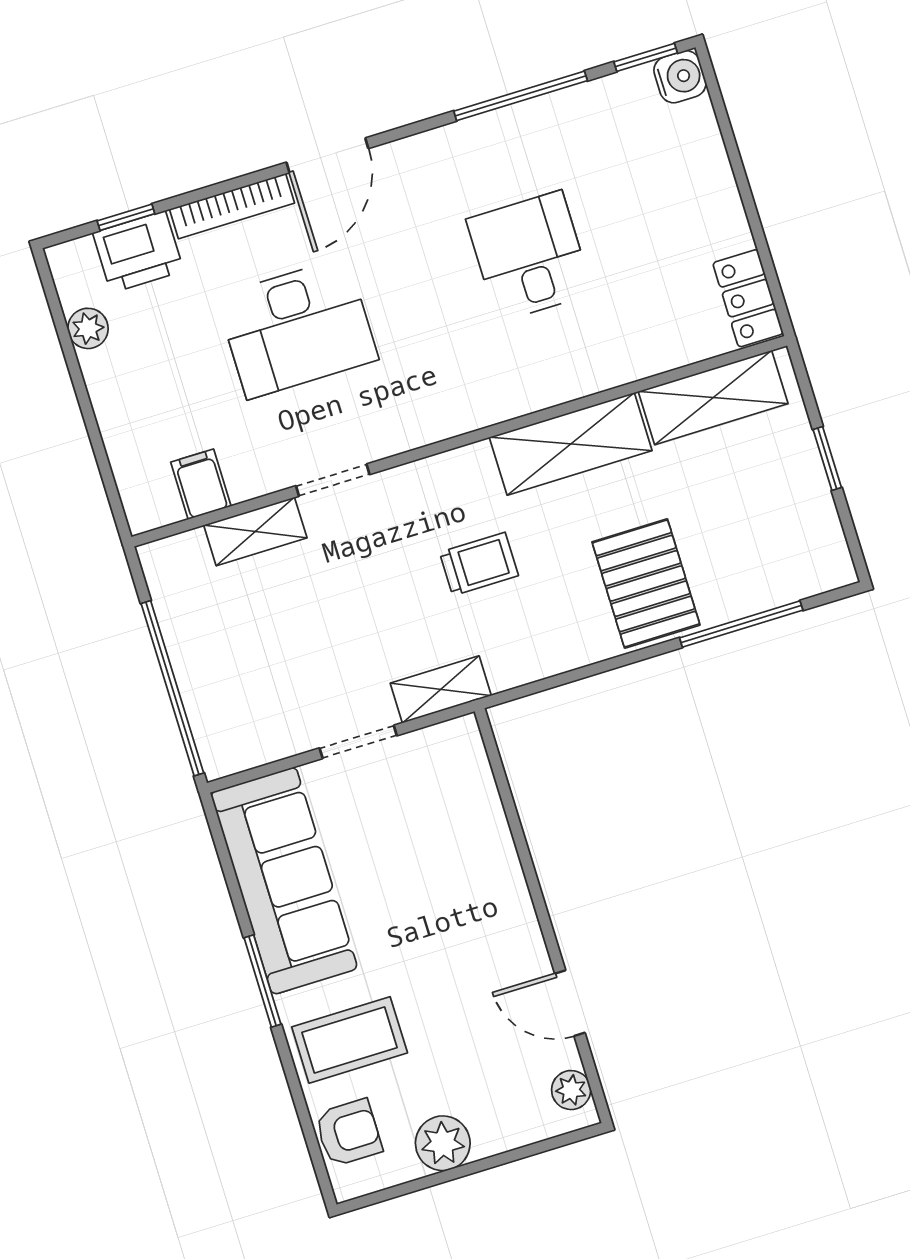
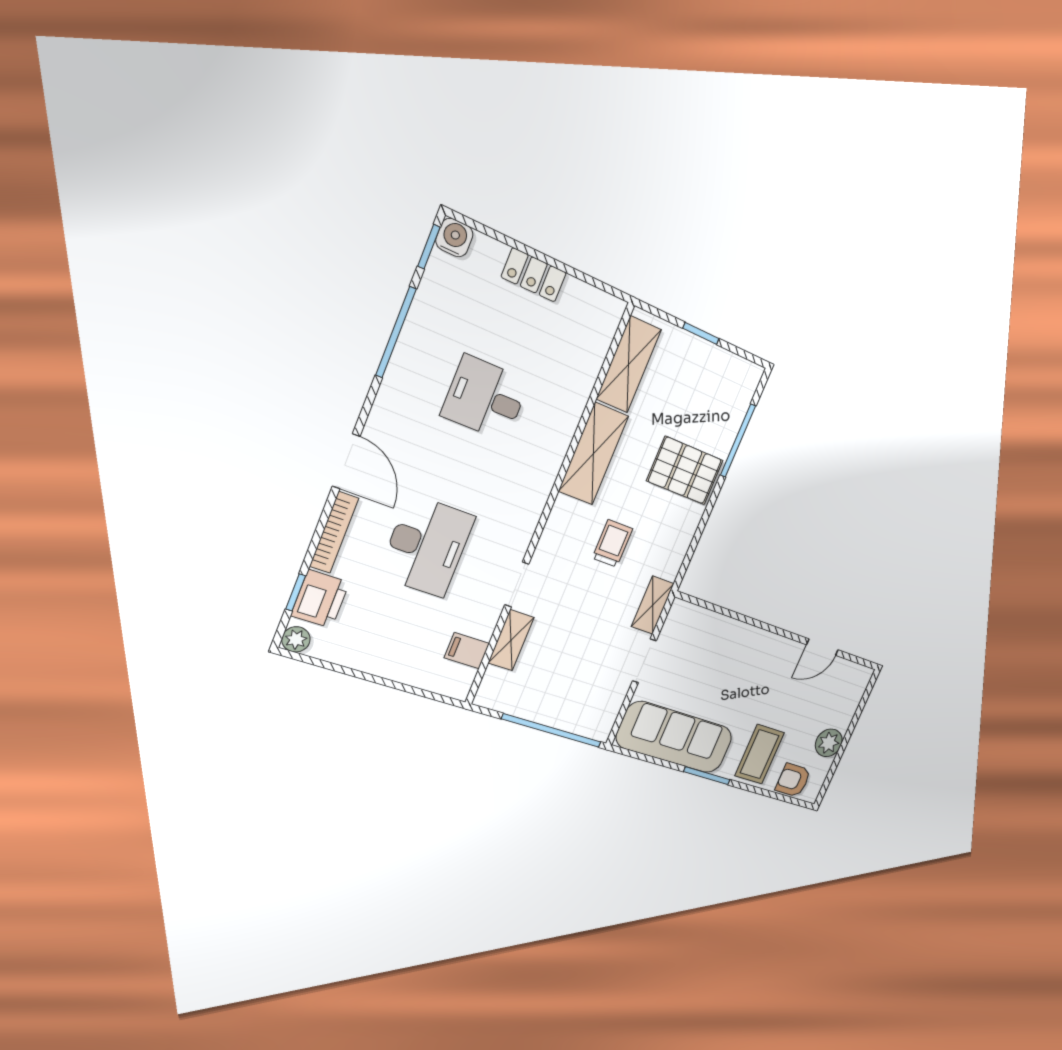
locker: (748, 298) -> (534, 275), moved
plant: (88, 328) -> (296, 639), moved
plant: (571, 1090) -> (854, 673), removed
armchair: (349, 1133) -> (793, 780), turned -90

